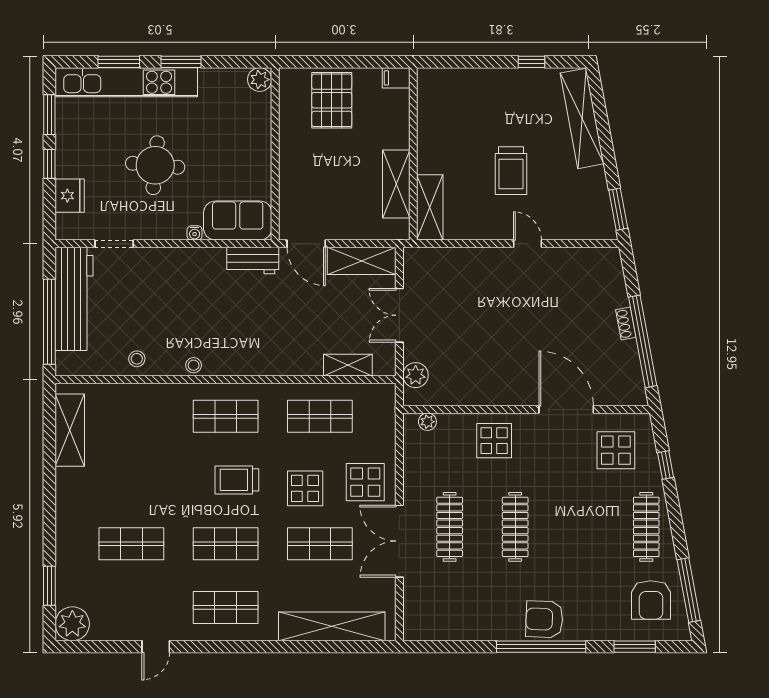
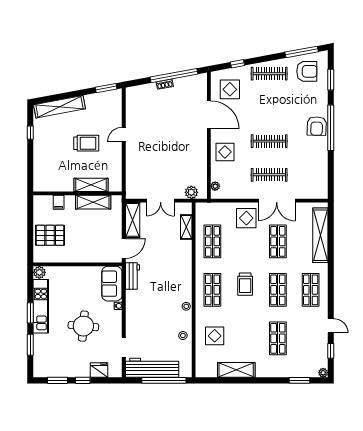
filing cabinet: (396, 78) -> (59, 202), moved
kitchen unit: (126, 82) -> (41, 306), moved, width x0.73
shelving: (430, 207) -> (91, 185), moved
door: (566, 409) -> (209, 115), swing flipped
shelving: (70, 430) -> (236, 370), moved
display table: (305, 488) -> (215, 336), moved
plant: (72, 624) -> (323, 373), width x0.53, depth x0.53
window: (107, 647) -> (331, 351), added

